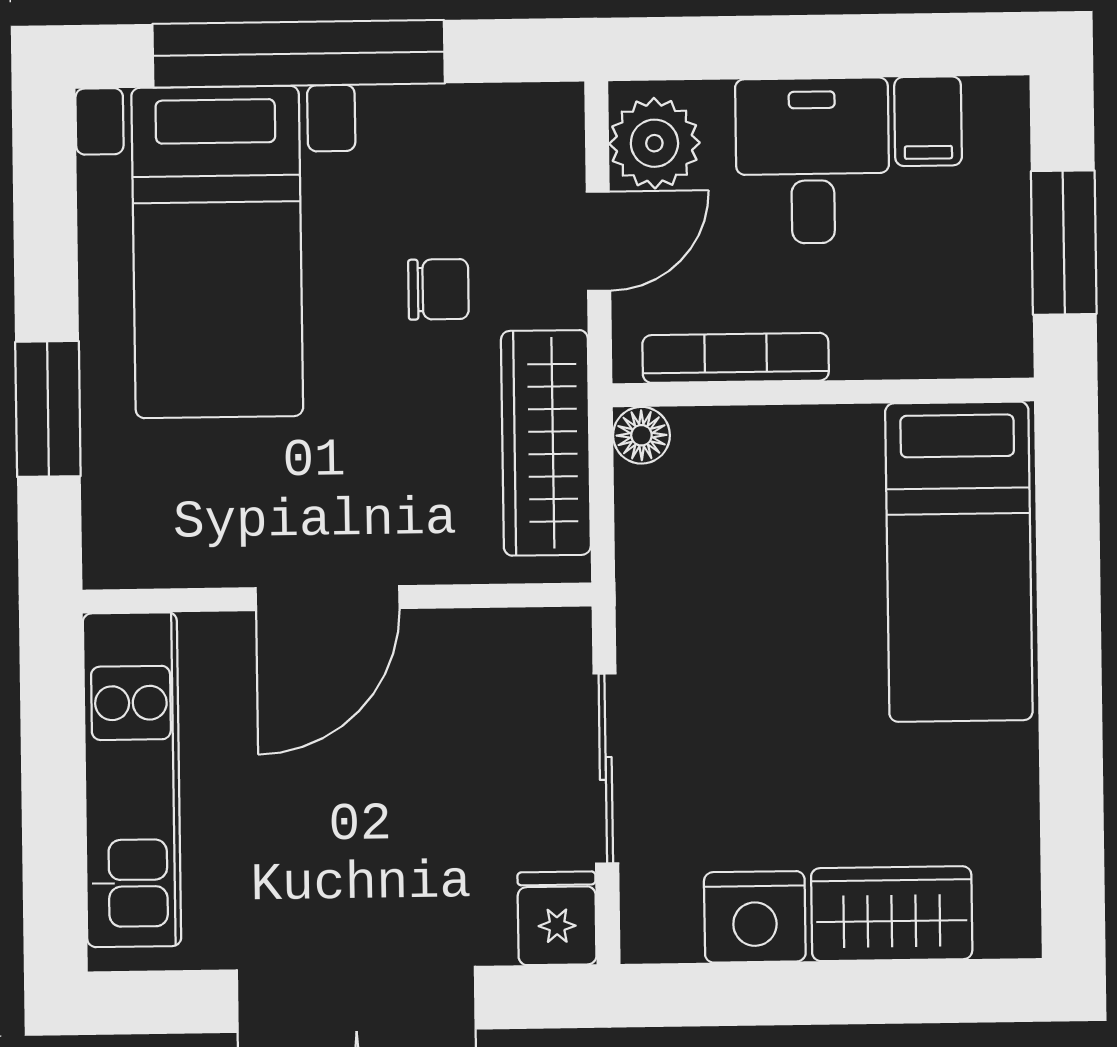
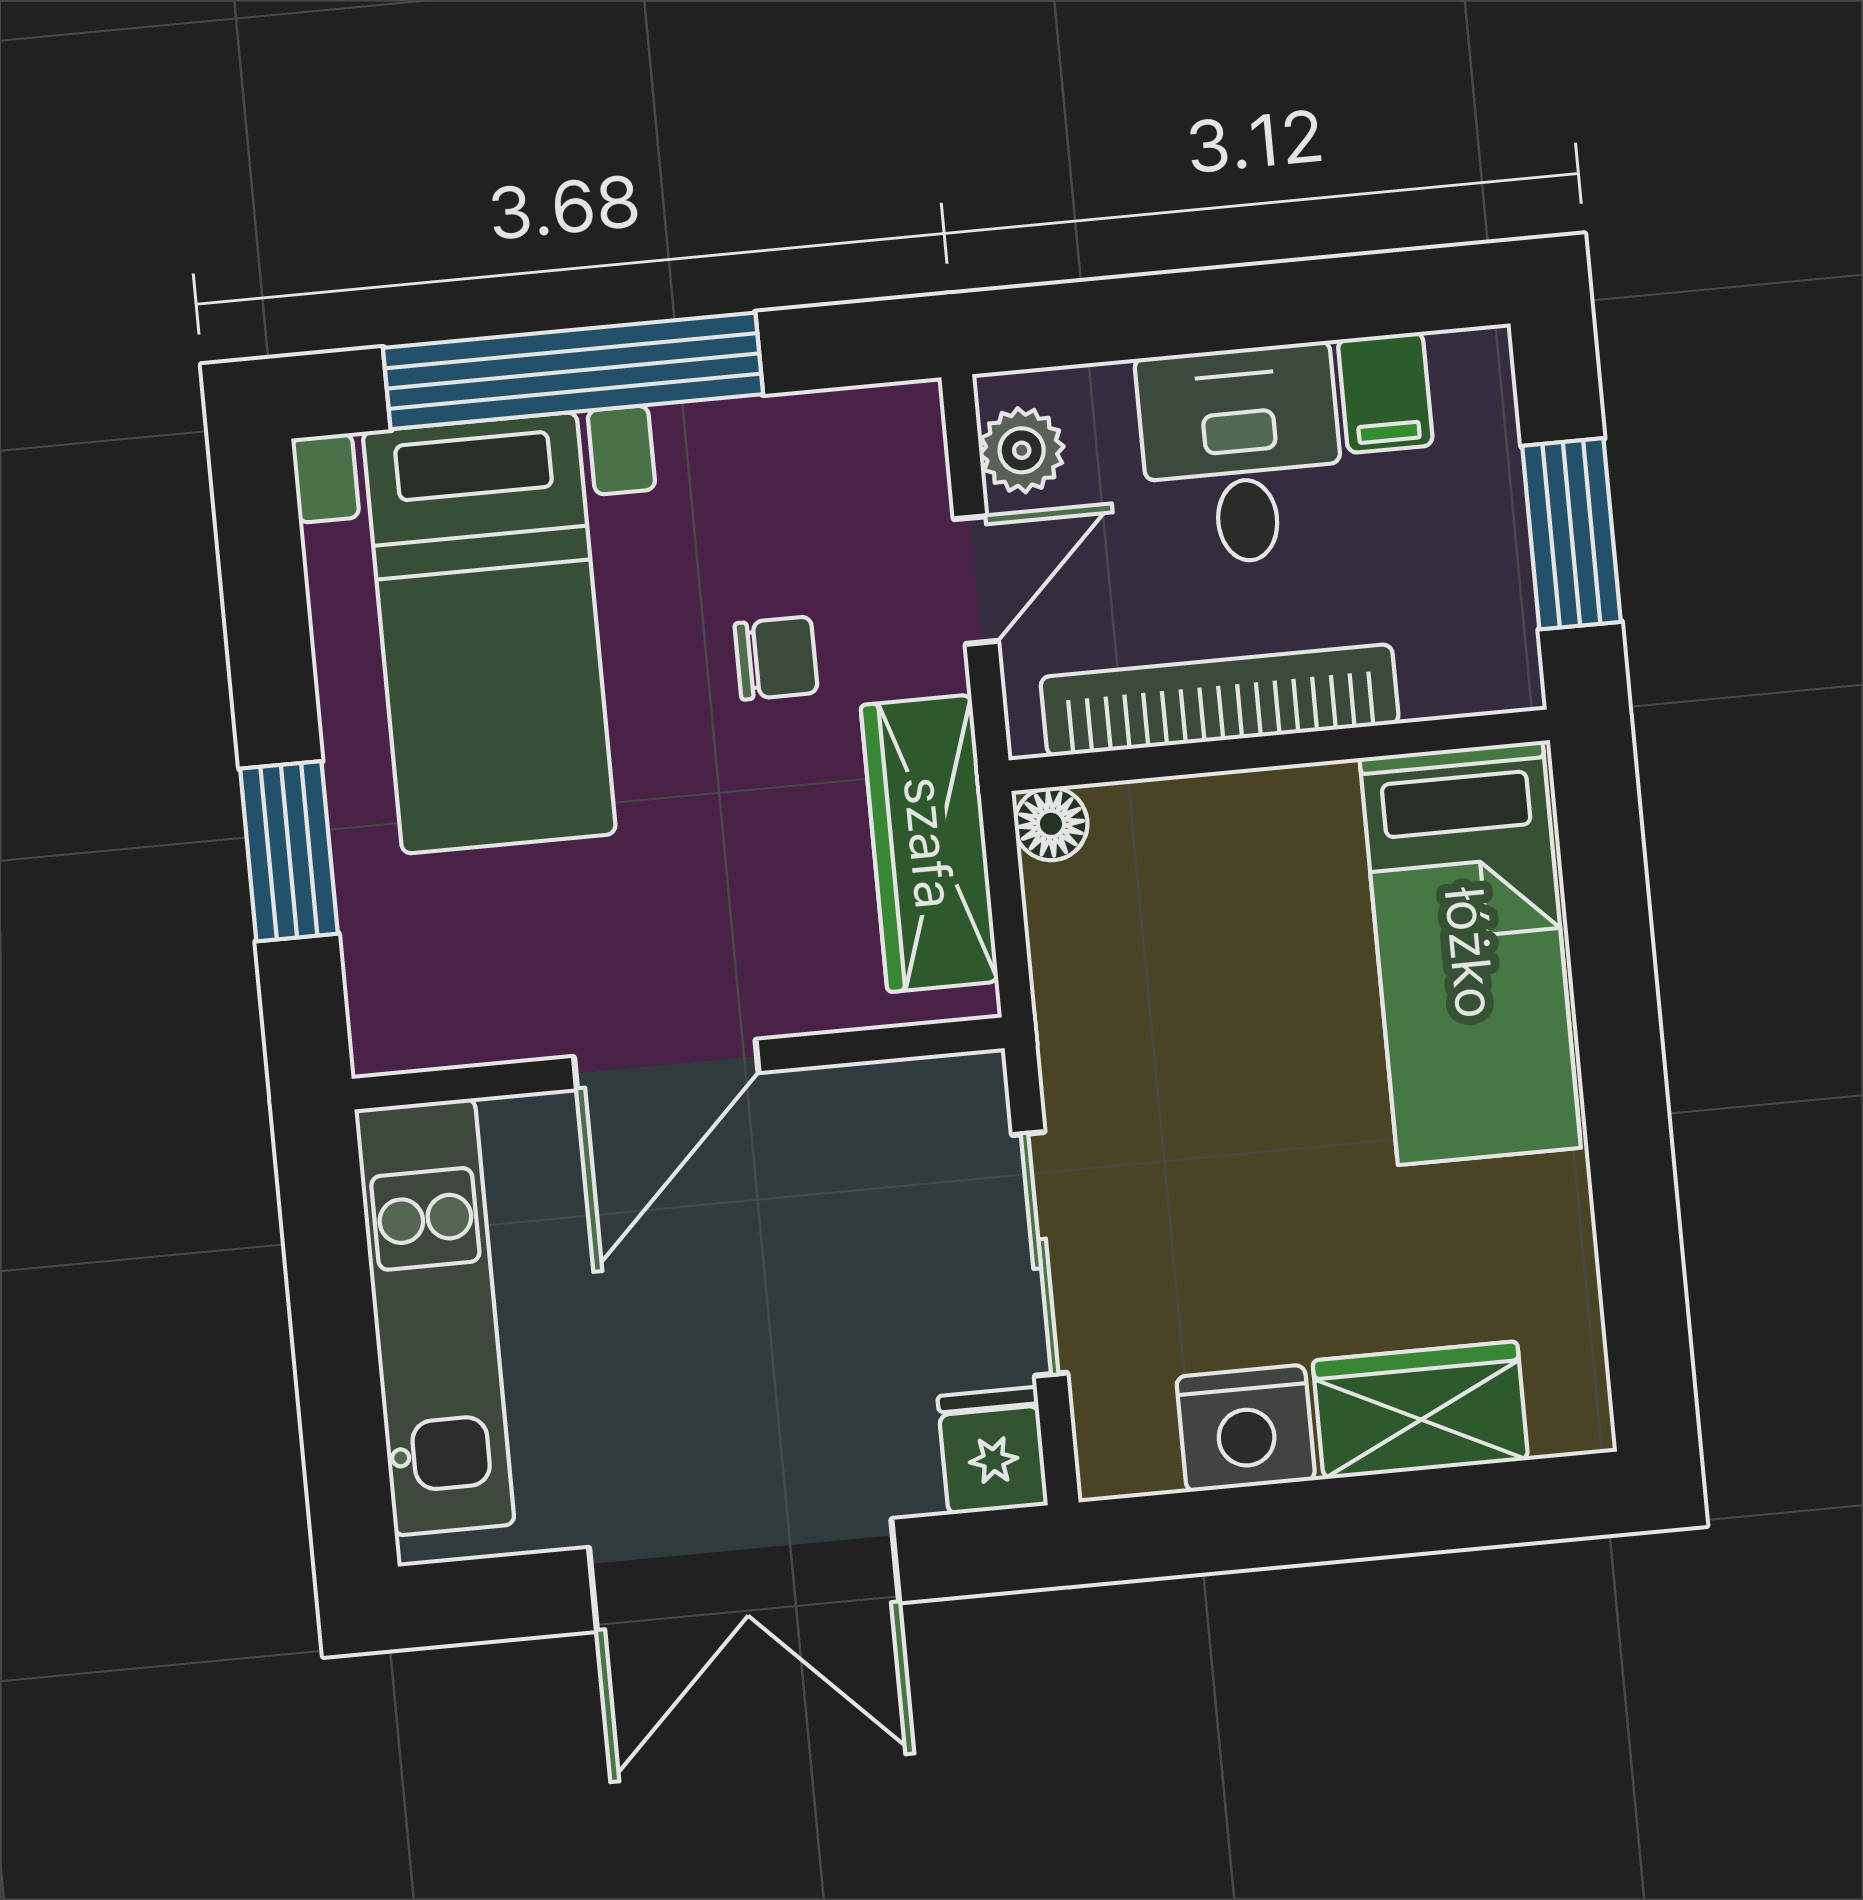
plant: (654, 143) -> (1022, 450), width x0.73, depth x0.73
bookcase: (736, 358) -> (1220, 700), width x1.48, depth x1.31

